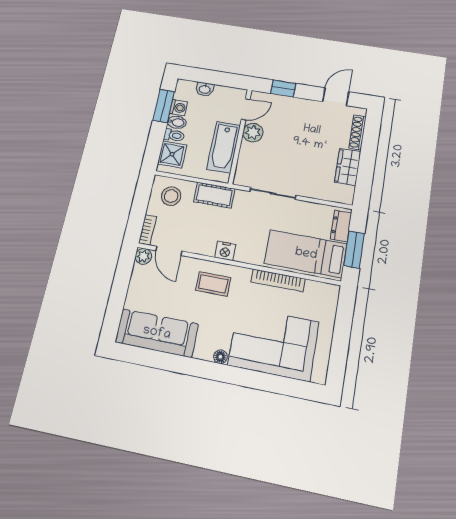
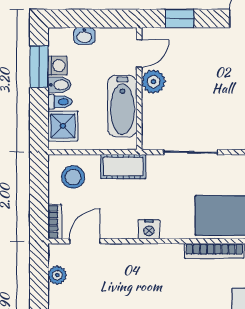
door: (169, 251) -> (85, 241), swing flipped
plant: (143, 256) -> (57, 275), moved
coffee table: (213, 284) -> (143, 269), removed

